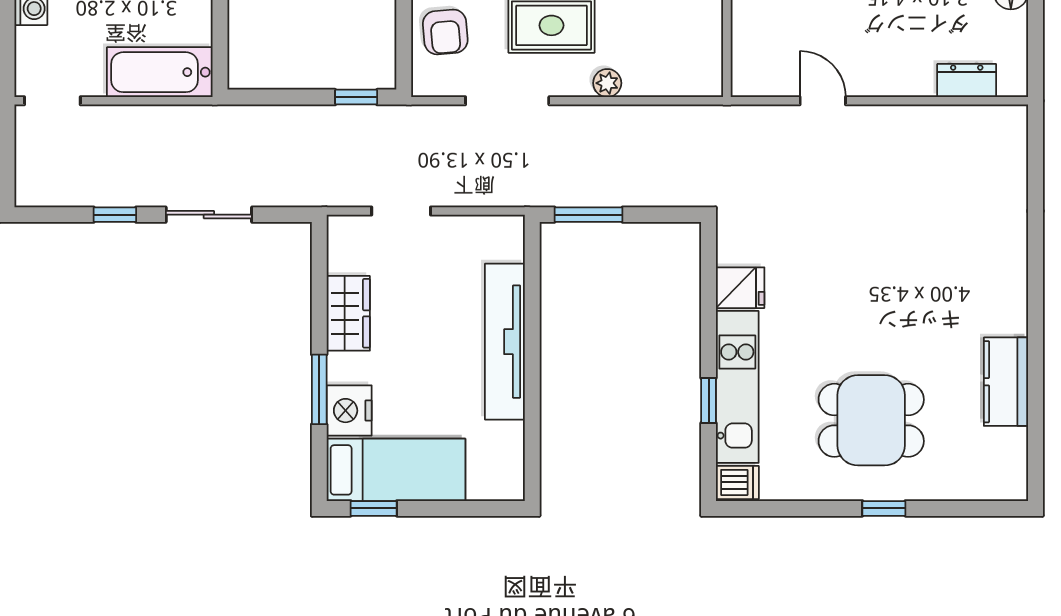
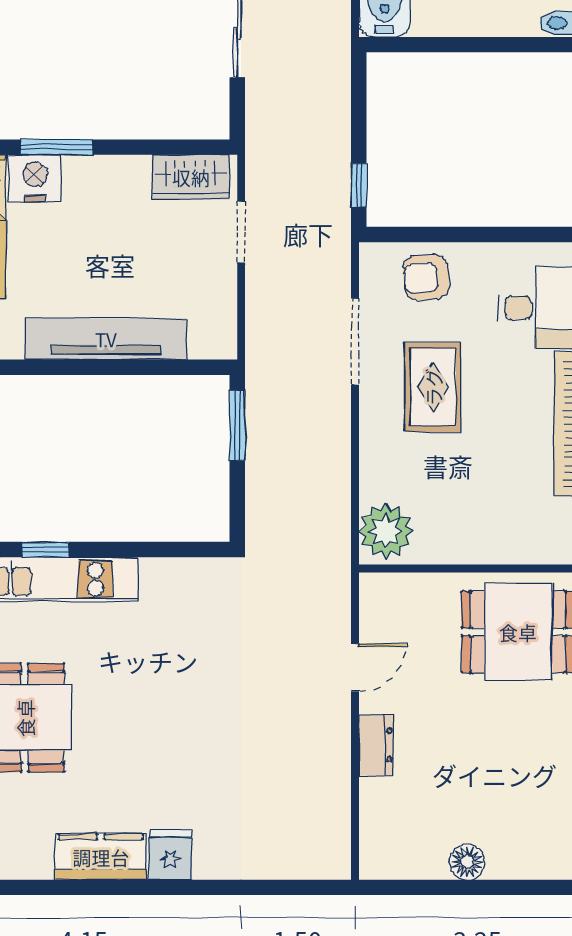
dresser: (967, 81) -> (376, 745), moved
plant: (607, 83) -> (386, 531), moved, width x1.88, depth x1.88
fridge: (740, 288) -> (171, 855), moved, turned 180
wardrobe: (348, 313) -> (191, 177), moved
kitchen counter: (1006, 382) -> (101, 857), moved

